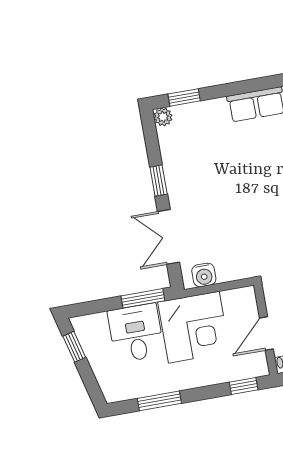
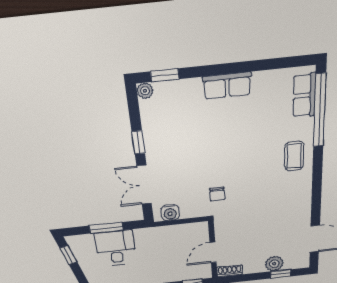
chair: (262, 245) -> (217, 194), added
window: (143, 298) -> (106, 228), moved
corner desk: (194, 327) -> (160, 246), removed

